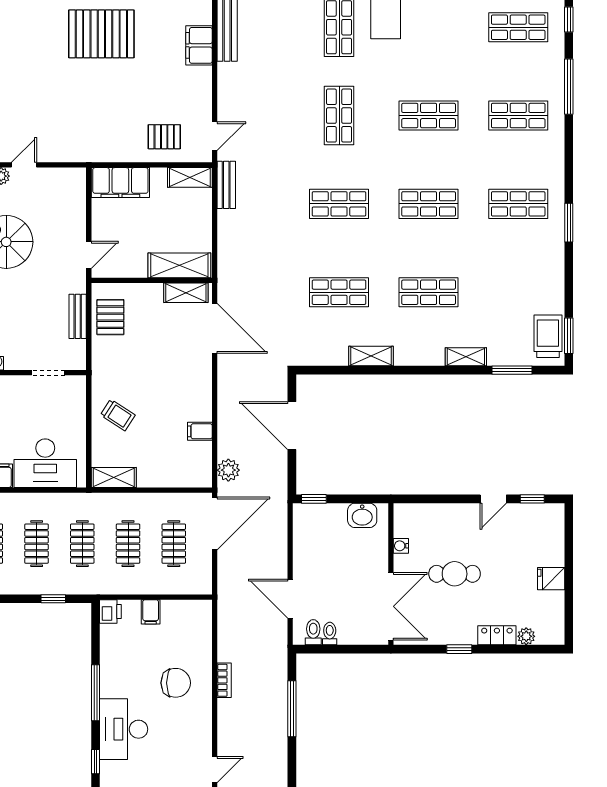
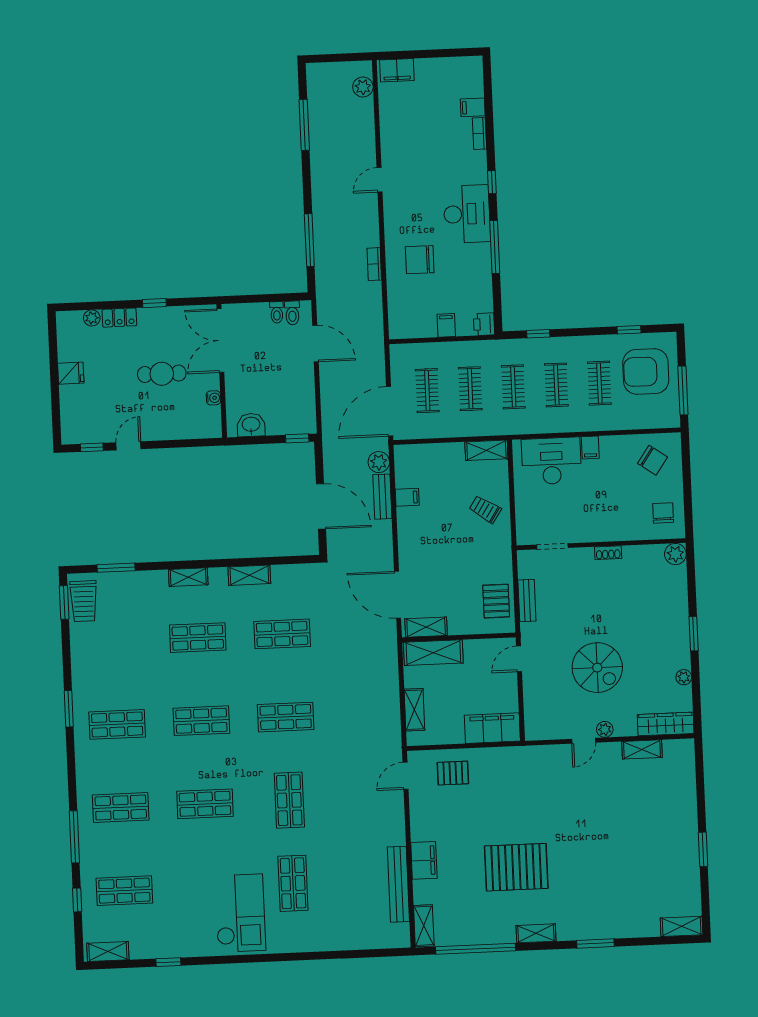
shelving: (190, 177) -> (414, 710), moved, turned 90
bench: (226, 185) -> (382, 497), moved
shelving: (466, 357) -> (188, 577), moved

